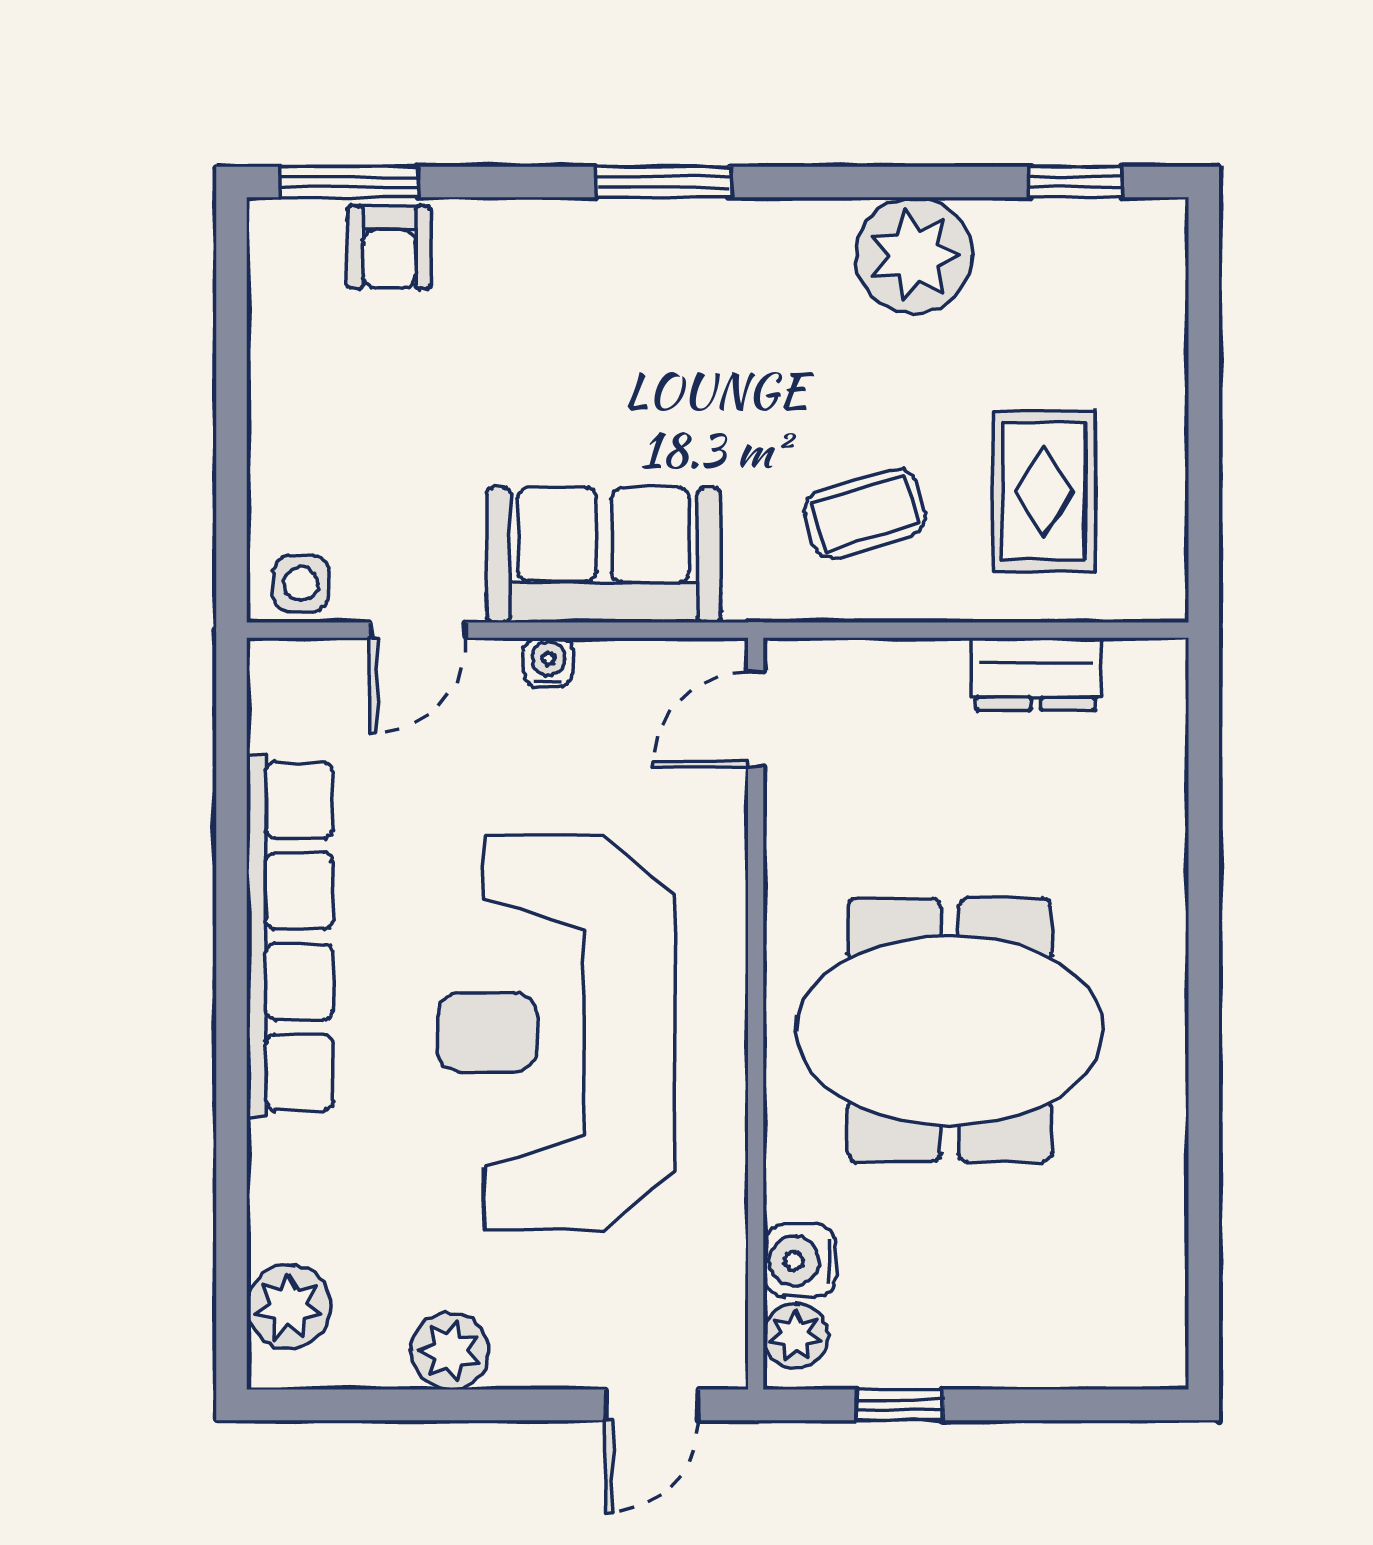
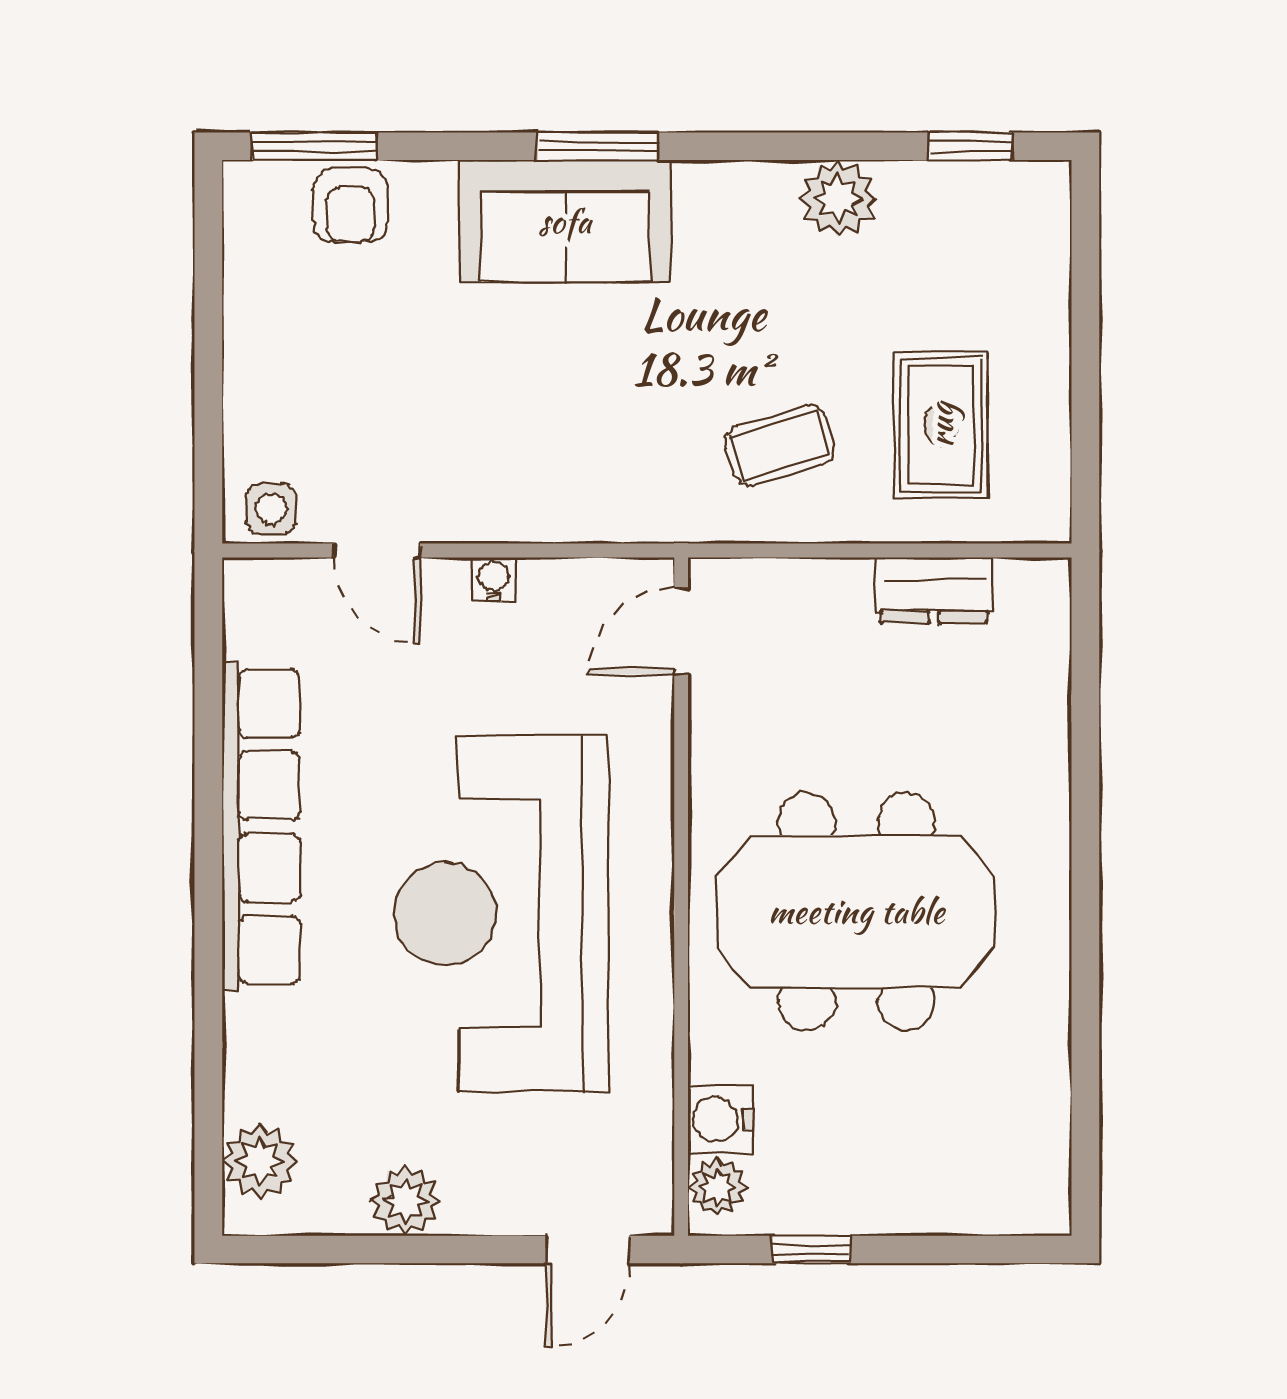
plant: (914, 256) -> (838, 199), width x0.73, depth x0.73
sofa: (604, 555) -> (565, 221), moved, turned 180
door: (418, 630) -> (377, 551), hinge flipped

